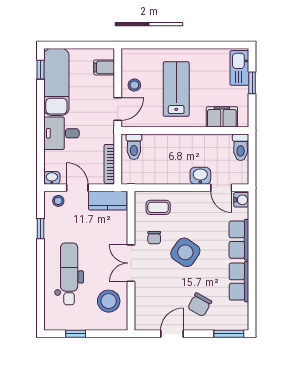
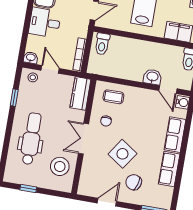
kitchen counter: (108, 201) -> (80, 93), moved, turned 90
side table: (185, 252) -> (122, 154), moved
chair: (200, 305) -> (134, 182), turned 78

